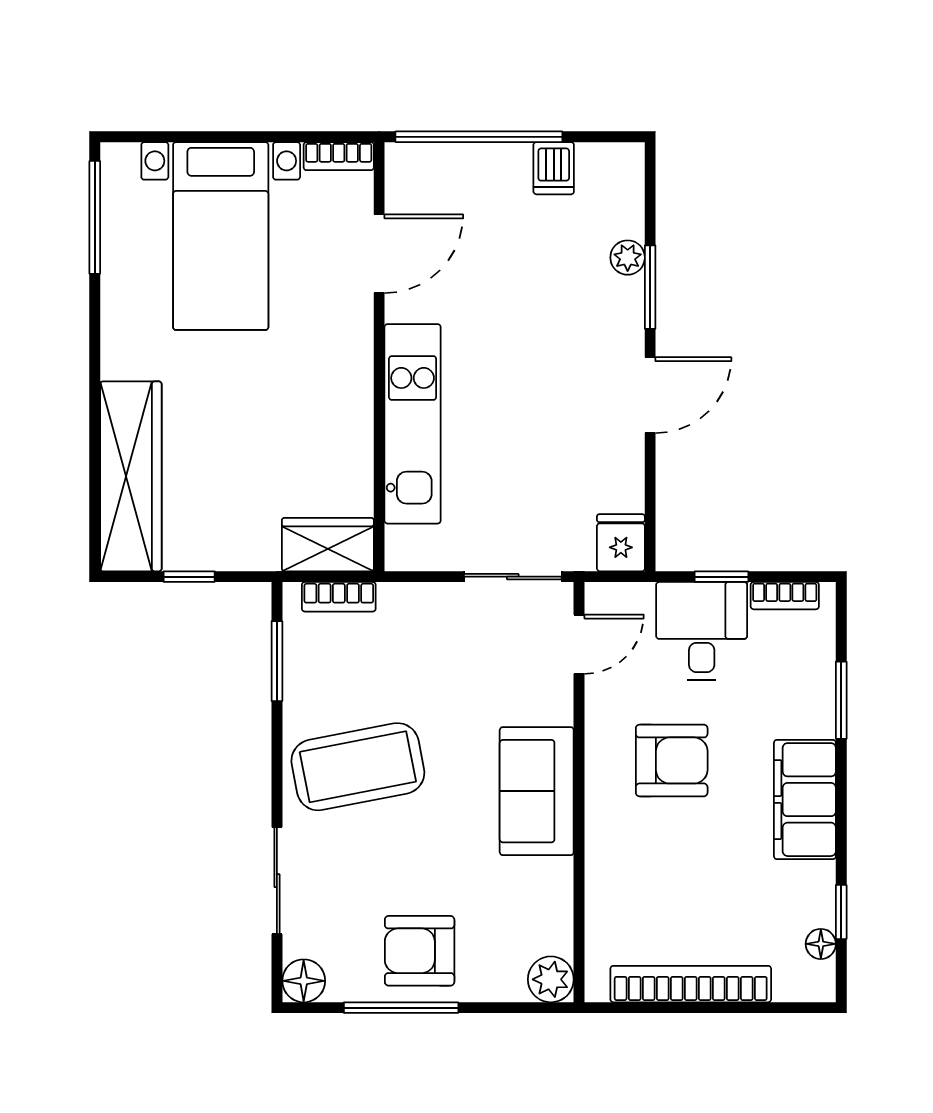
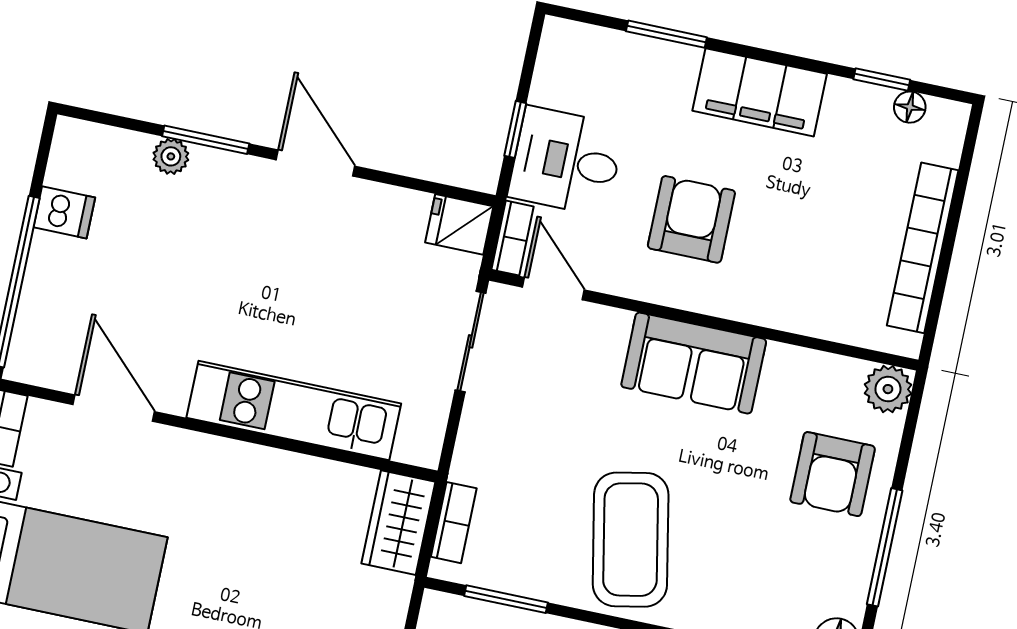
bookcase: (785, 596) -> (512, 238), moved
armchair: (420, 951) -> (833, 474), moved

